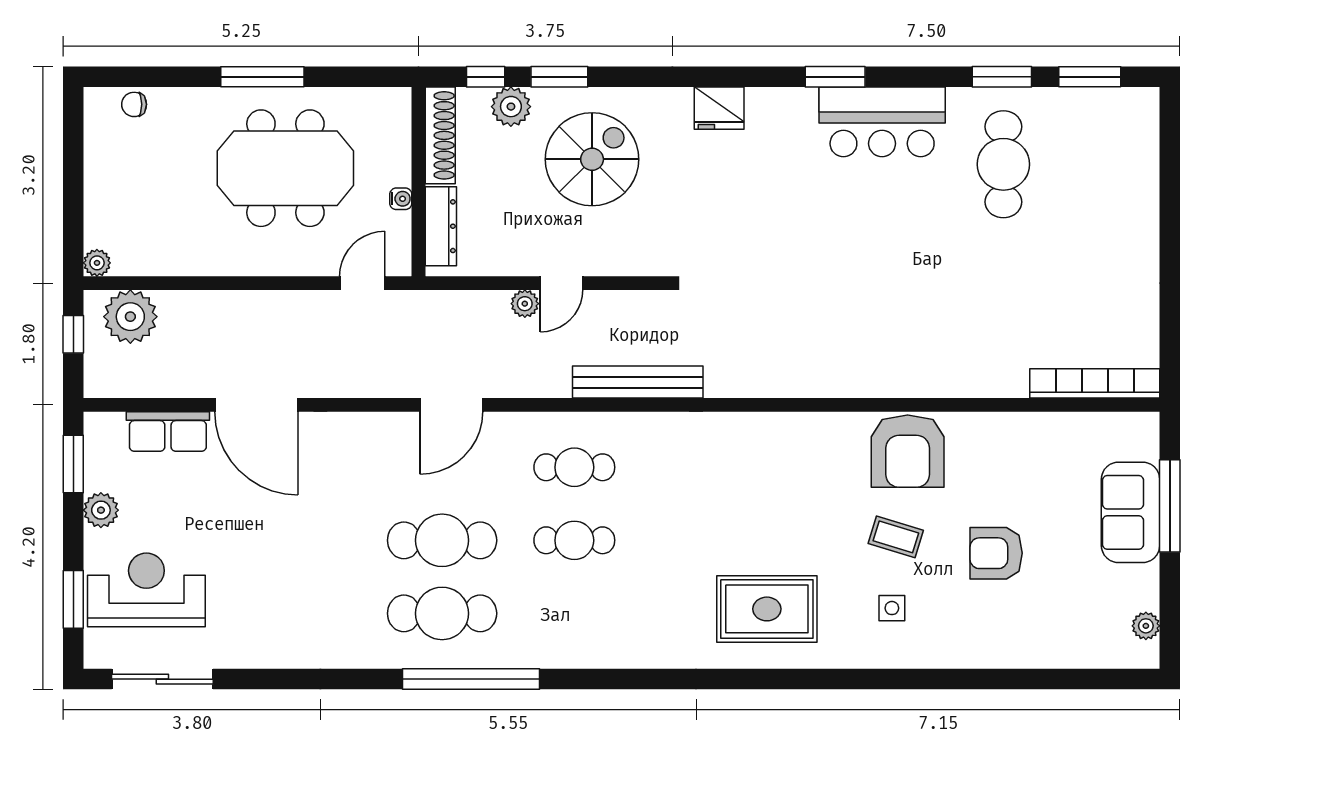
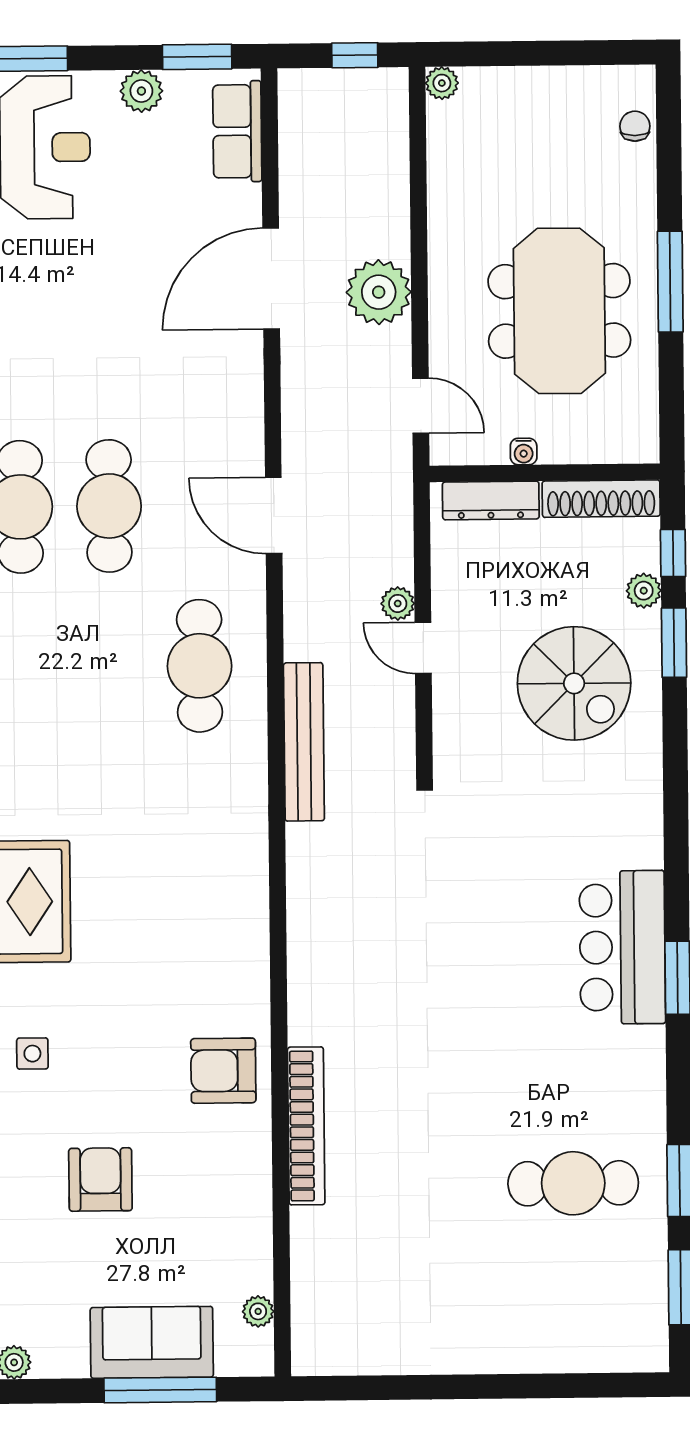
plant: (511, 107) -> (644, 591), width x0.73, depth x0.73
fridge: (719, 108) -> (638, 837), removed
bar counter: (882, 122) -> (622, 947), moved
plant: (130, 317) -> (379, 292), moved
bookcase: (1095, 383) -> (306, 1126), moved
plant: (1106, 425) -> (258, 1311), added
row of seats: (168, 432) -> (237, 131), moved
armchair: (908, 451) -> (223, 1071), width x0.73, depth x0.73
cafe table: (574, 467) -> (200, 666), width x1.37, depth x1.35
coffee table: (896, 537) -> (119, 1057), removed
cafe table: (574, 540) -> (111, 667), removed

